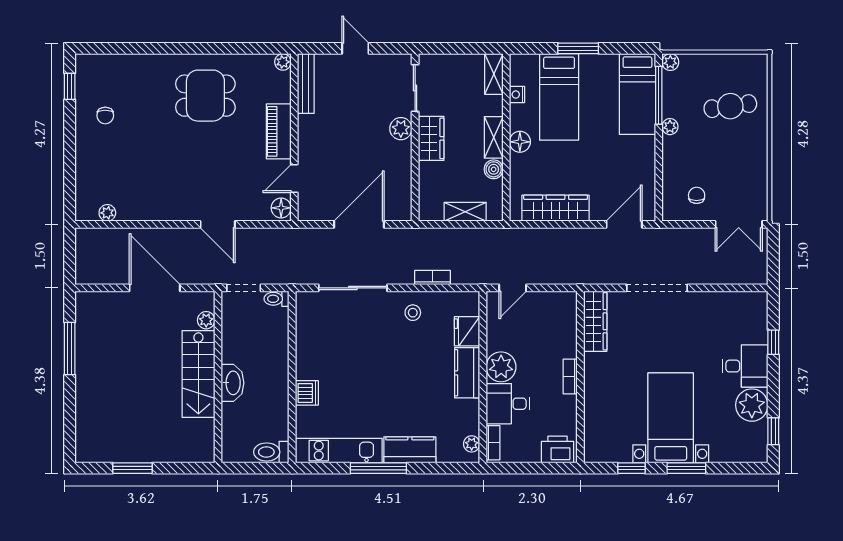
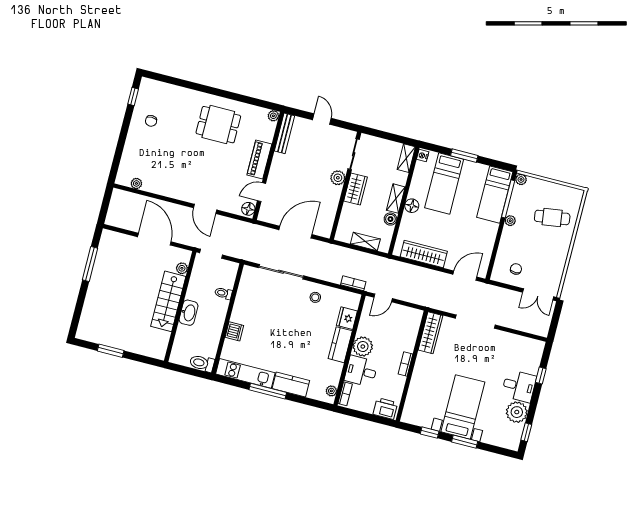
nightstand: (517, 95) -> (423, 156), moved
bookcase: (433, 278) -> (353, 283), moved
toilet: (277, 299) -> (223, 293), moved

